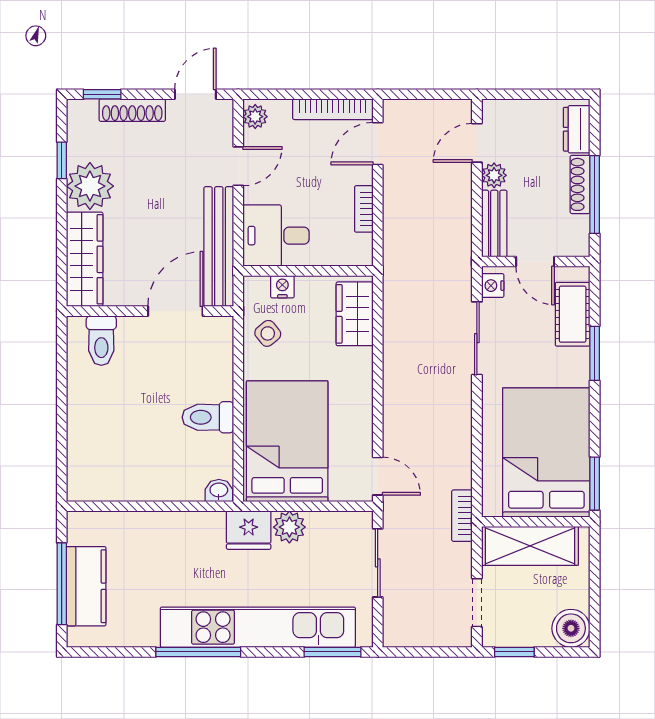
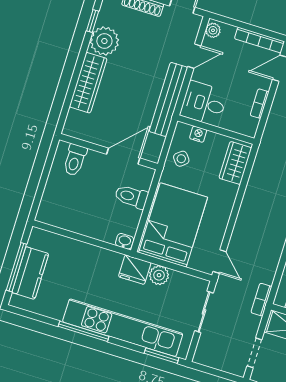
wall: (150, 311) -> (108, 152), moved
door: (175, 311) -> (123, 156), moved
toilet: (101, 341) -> (75, 160), moved

